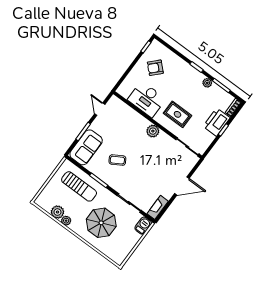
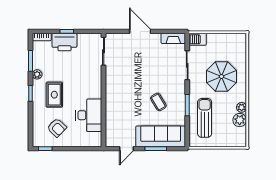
rug: (177, 114) -> (54, 95), moved
plant: (153, 131) -> (112, 90), removed
sofa: (86, 147) -> (161, 136), width x1.36

